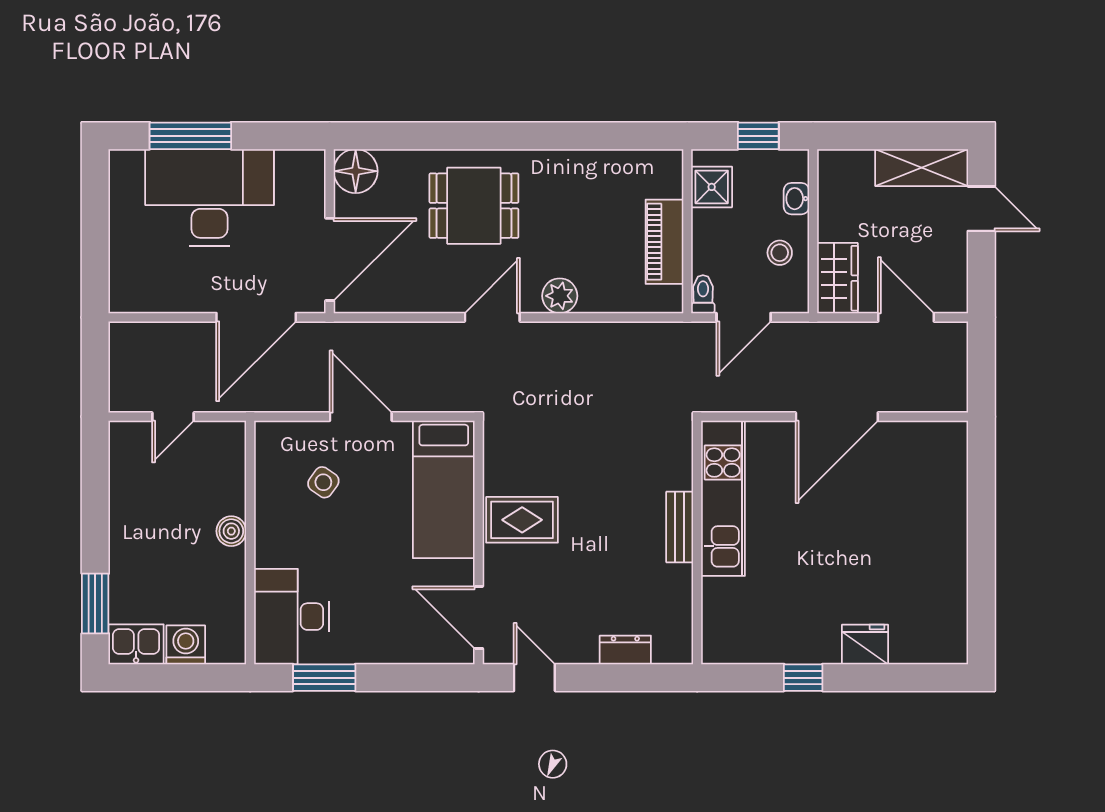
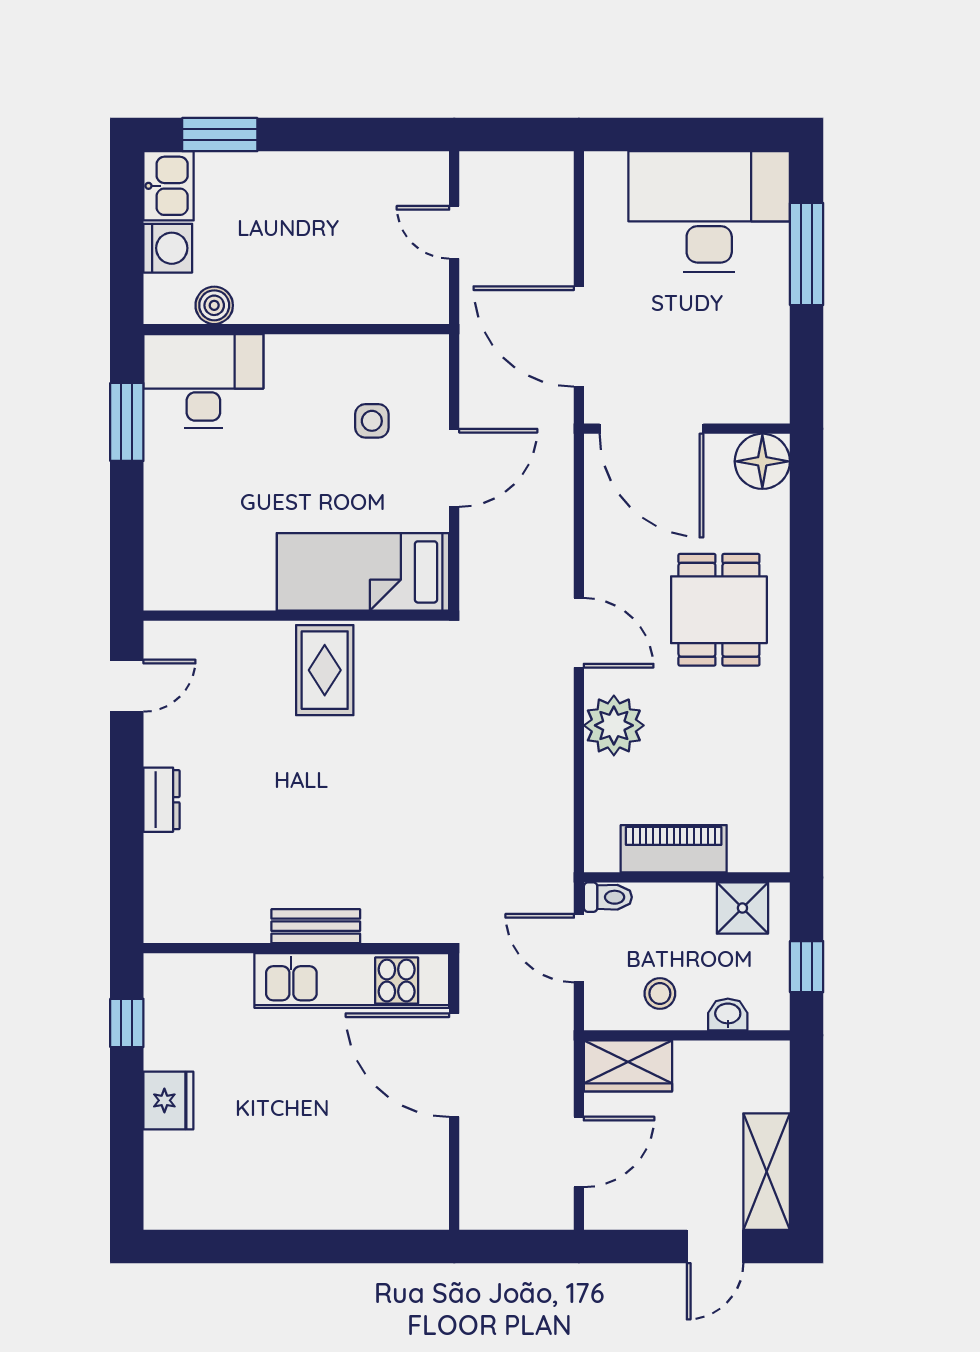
desk: (209, 197) -> (709, 212), moved, turned -90
plant: (560, 296) -> (614, 725), width x1.36, depth x1.36
side table: (323, 482) -> (372, 421), turned -35
kitchen unit: (723, 498) -> (352, 981), moved
bench: (680, 527) -> (316, 926), moved
boiler: (231, 531) -> (214, 305), moved
wall: (697, 542) -> (296, 948), moved
door: (479, 617) -> (202, 616), removed

